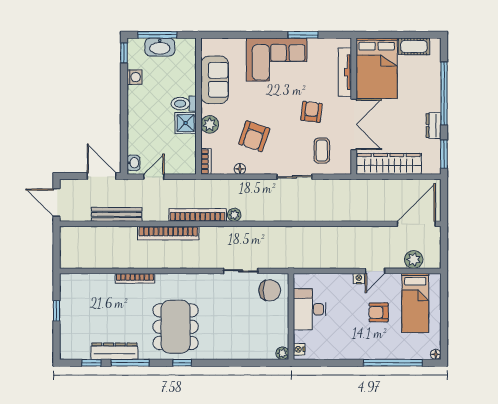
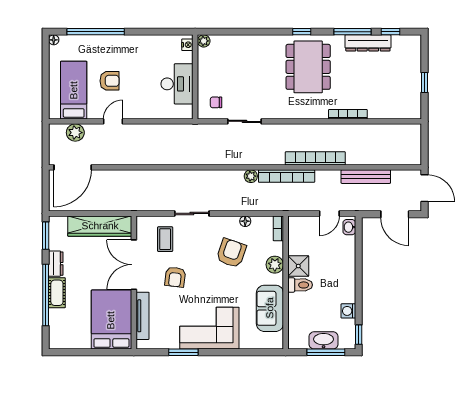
cot: (414, 46) -> (57, 293), moved, turned 90
door: (102, 176) -> (395, 214), moved
nightstand: (359, 279) -> (129, 114), removed
chair: (270, 290) -> (216, 102), width x0.54, depth x0.54

